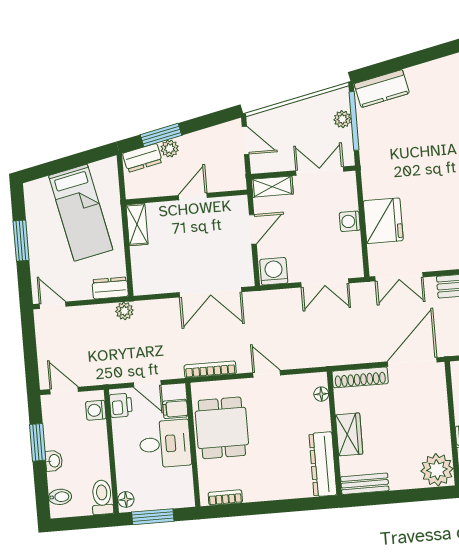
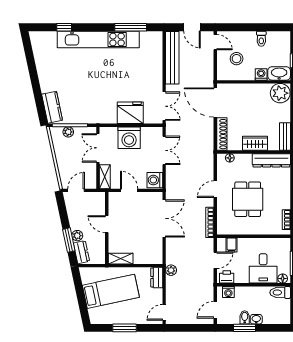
washing machine: (350, 221) -> (129, 138), width x1.89, depth x1.89
dining table: (222, 428) -> (248, 199), moved, turned 90
desk: (165, 444) -> (263, 268), moved, turned 180
bidet: (60, 497) -> (245, 317), moved

